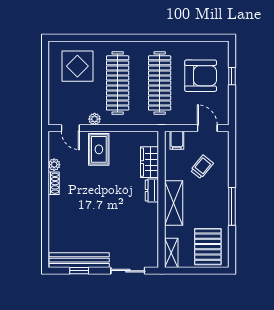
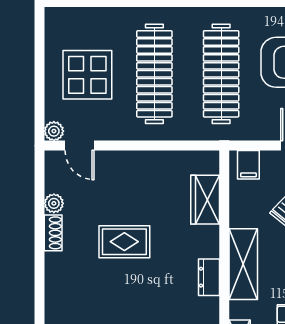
display table: (77, 66) -> (87, 75), moved
plant: (95, 119) -> (54, 131), moved
rug: (99, 149) -> (124, 242), moved, turned 90
dresser: (152, 190) -> (209, 277), moved

